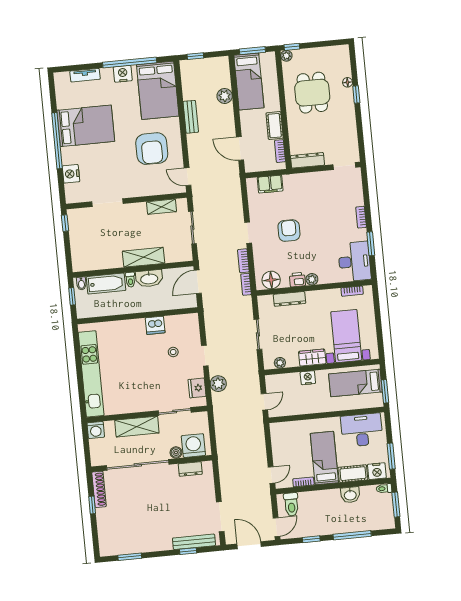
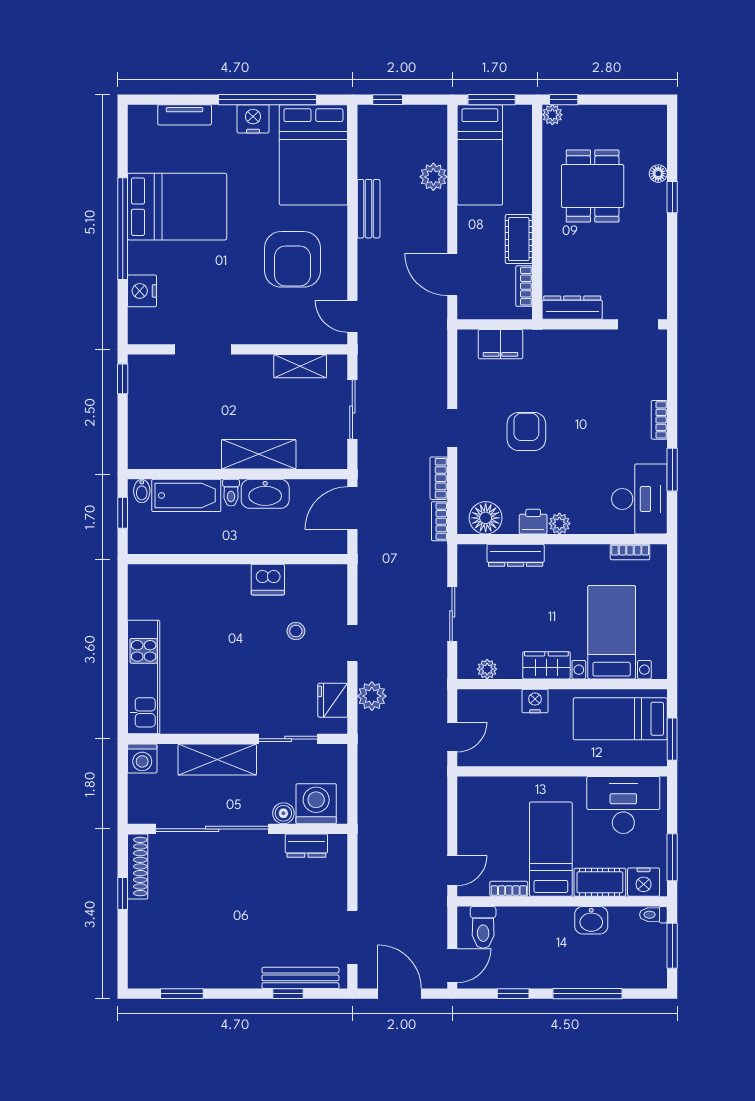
kitchen unit: (91, 374) -> (144, 677), width x0.73

